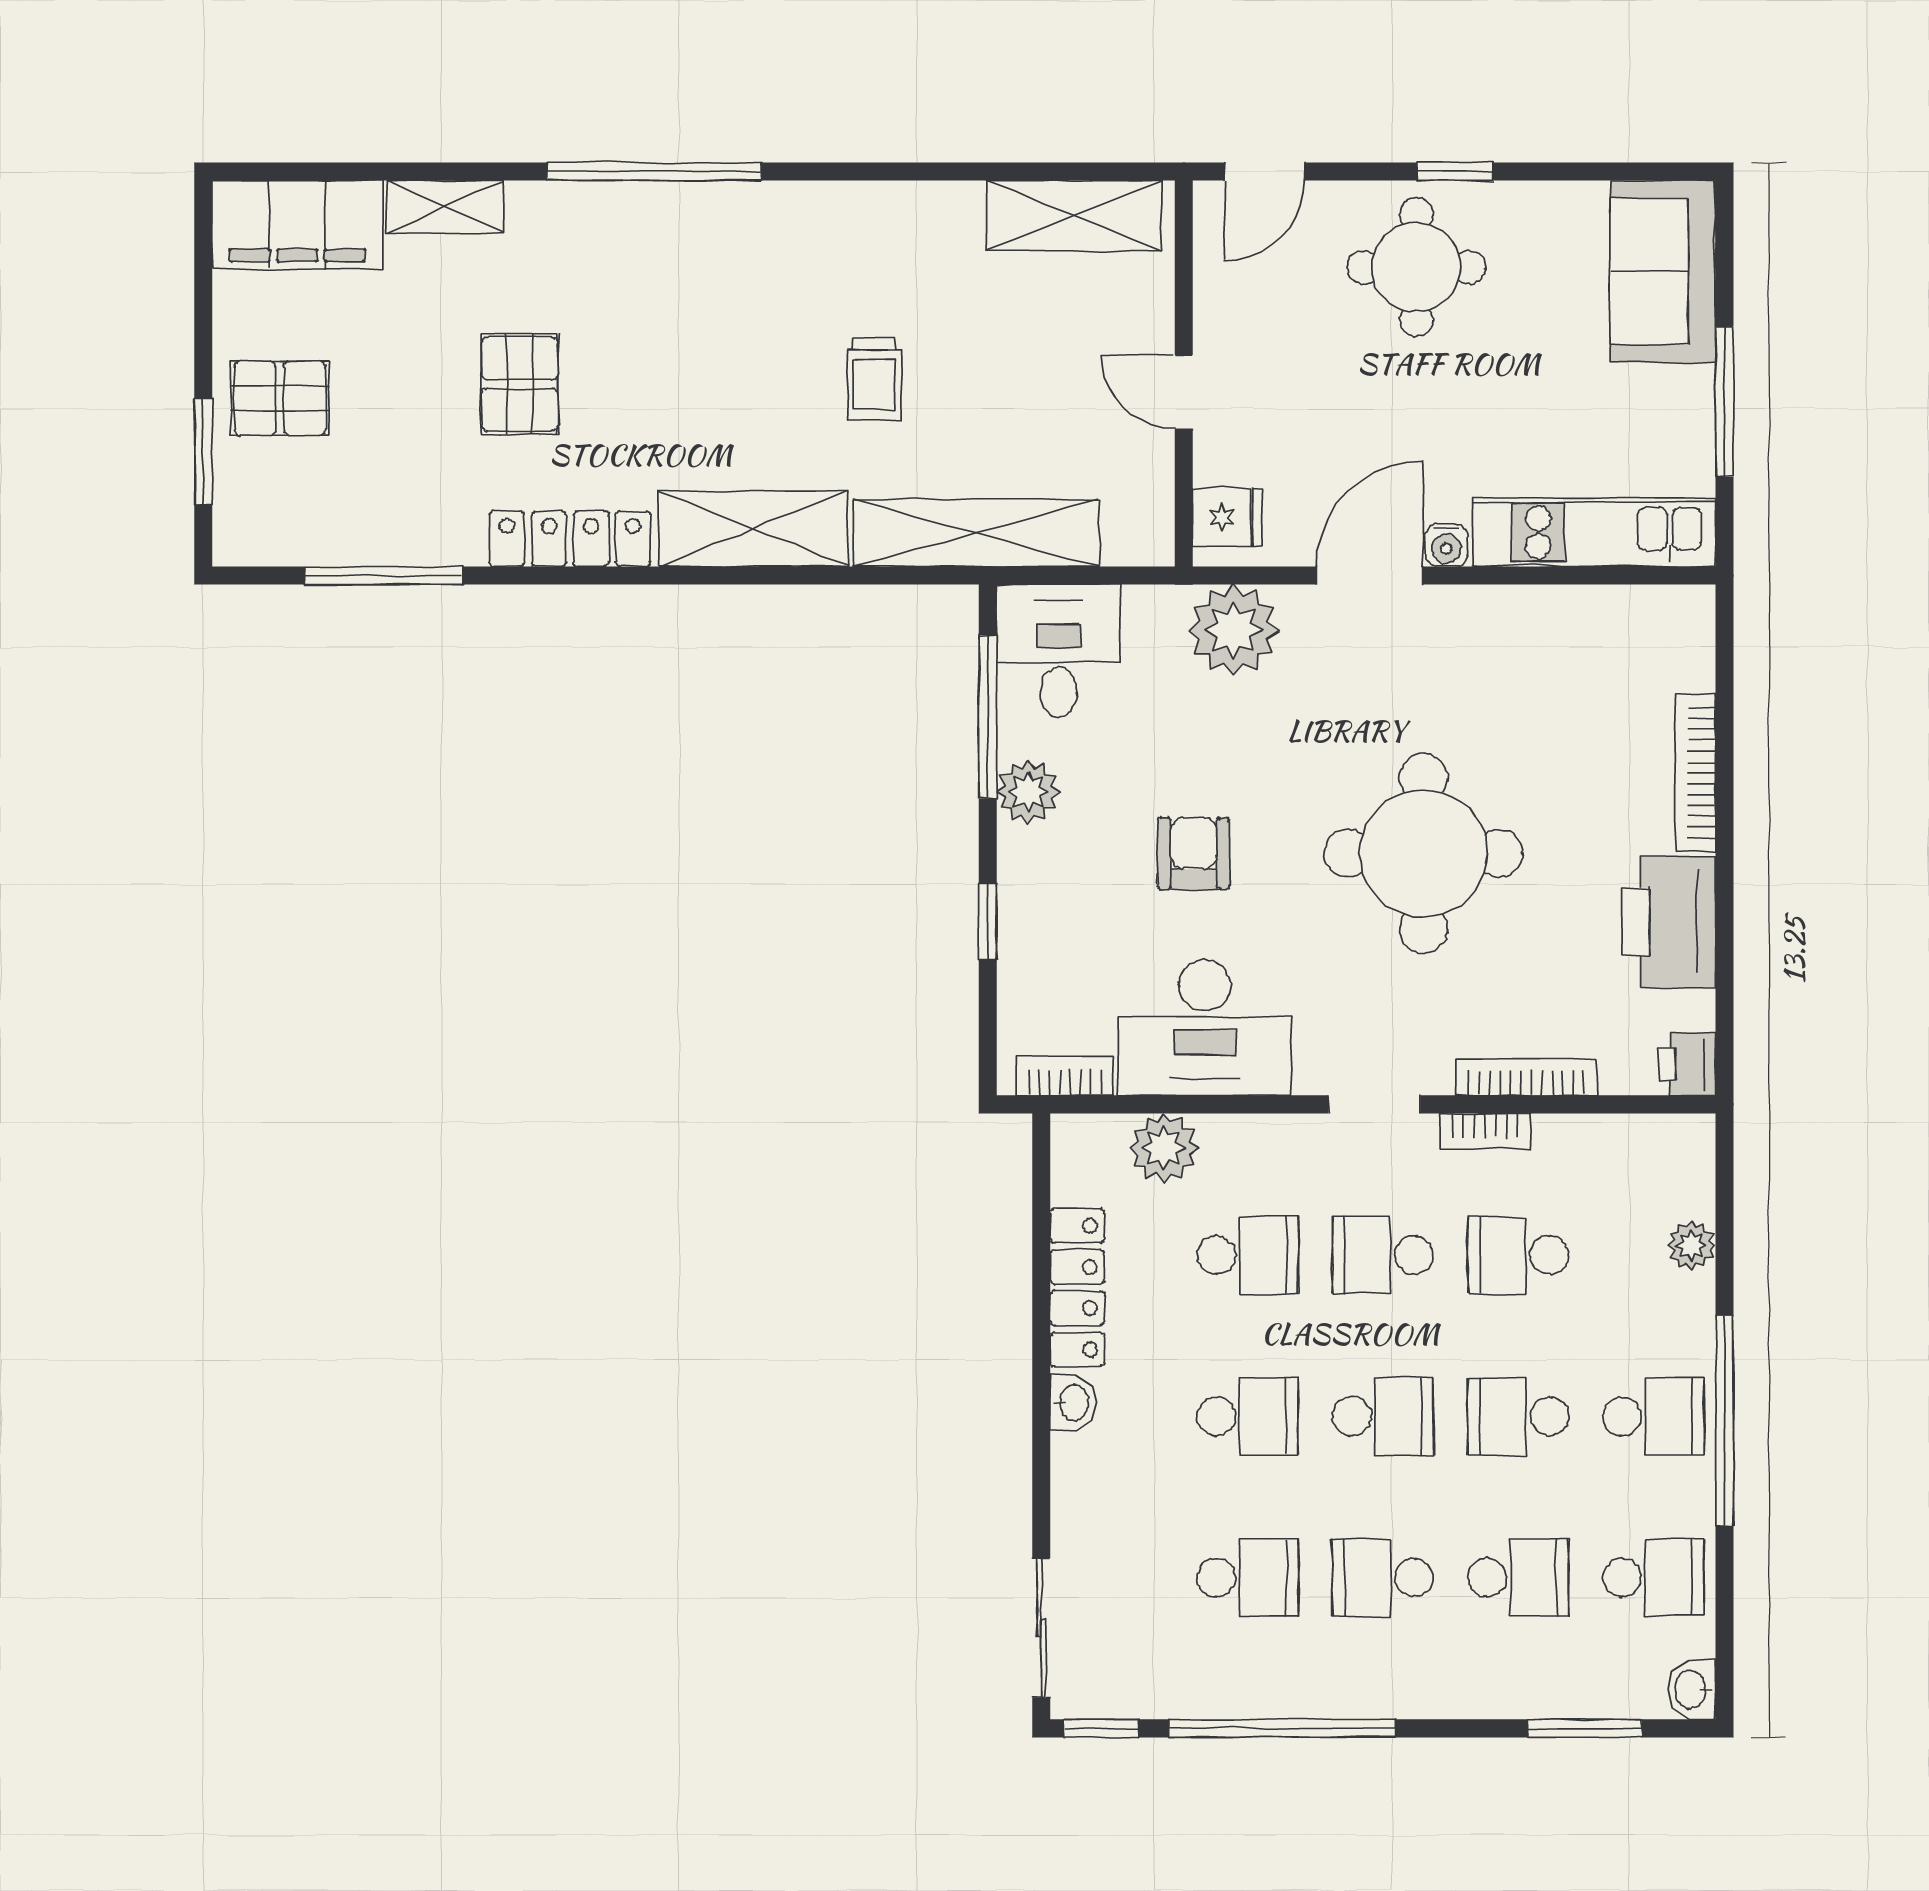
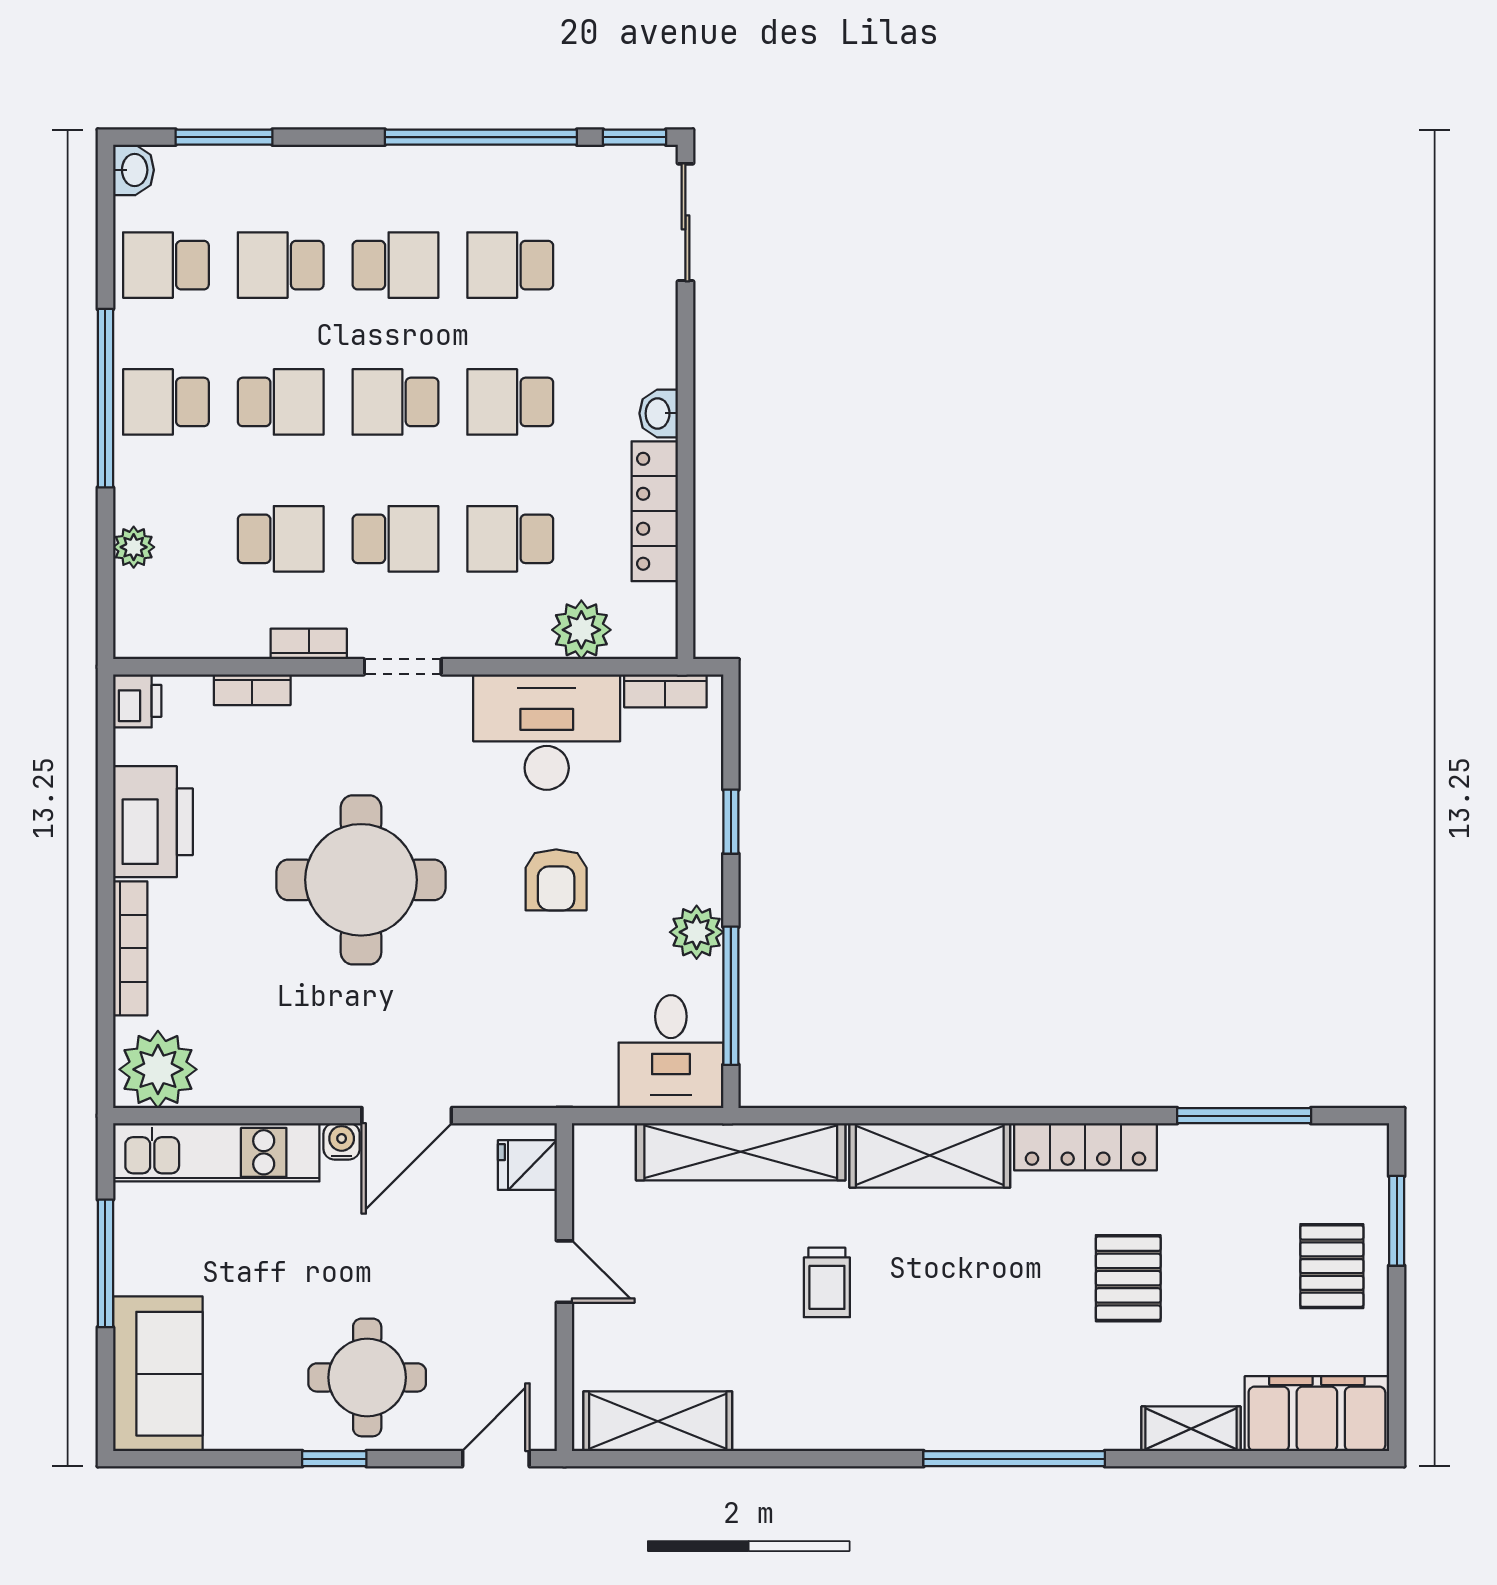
trolley: (875, 379) -> (827, 1282), turned 180
pallet: (280, 398) -> (1332, 1266), turned 90
plant: (1233, 630) -> (158, 1069), moved
bookcase: (1526, 1077) -> (252, 690), width x0.64

